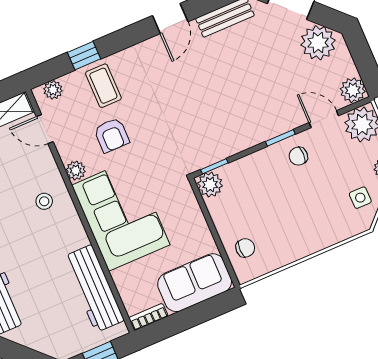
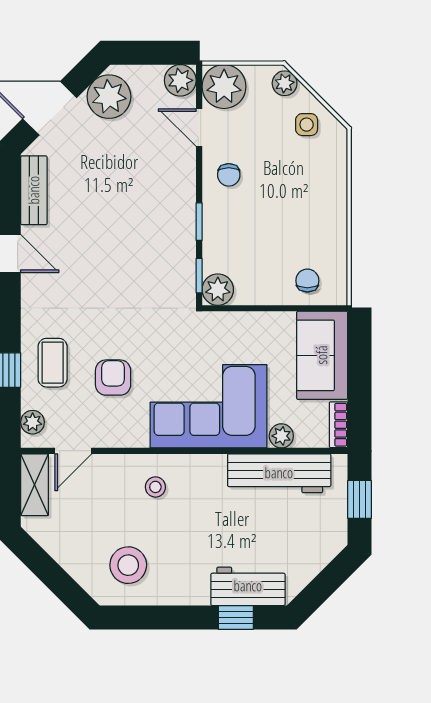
coffee table: (103, 86) -> (53, 363), turned 90
door: (324, 119) -> (199, 128), hinge flipped
armchair: (112, 135) -> (113, 378), turned -90
window: (280, 138) -> (199, 222), moved
plant: (76, 170) -> (281, 436), moved

